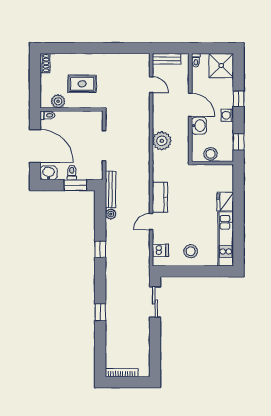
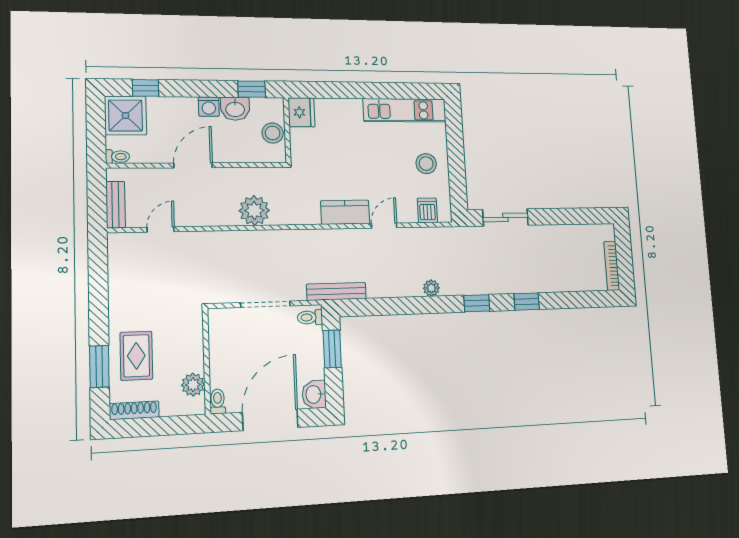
window: (71, 48) -> (99, 367), added
shoe rack: (45, 63) -> (134, 410), width x1.43
rug: (82, 84) -> (136, 356), moved
window: (239, 99) -> (146, 88), moved
washbasin: (199, 126) -> (235, 109), moved, turned 180
toilet: (72, 172) -> (310, 317), moved
fridge: (225, 202) -> (301, 112), moved, turned -90
plant: (111, 214) -> (431, 288), moved
door: (151, 222) -> (384, 226), swing flipped
window: (100, 249) -> (477, 303), moved

